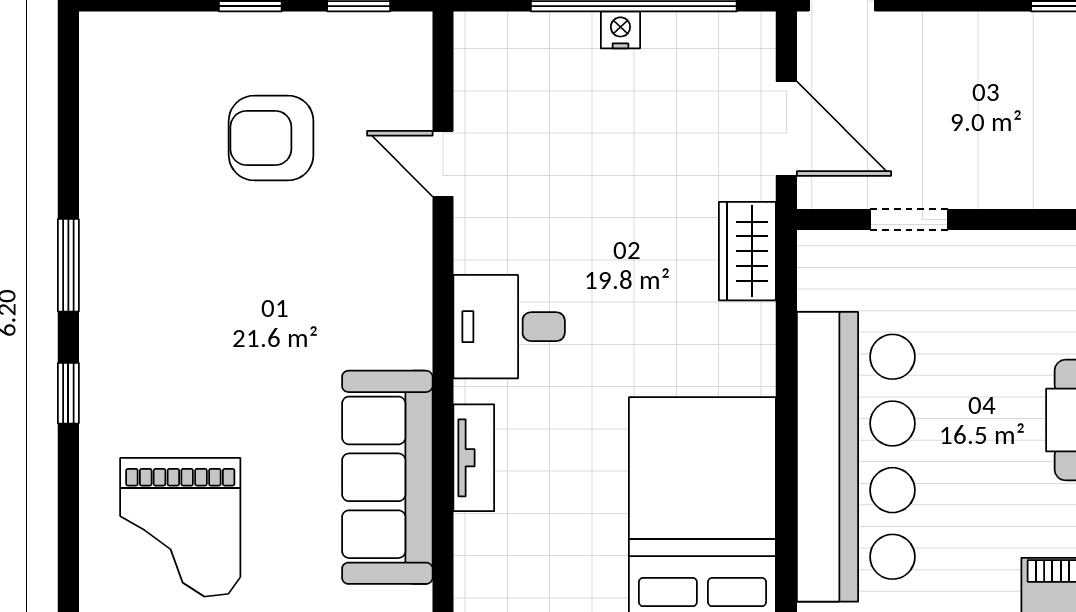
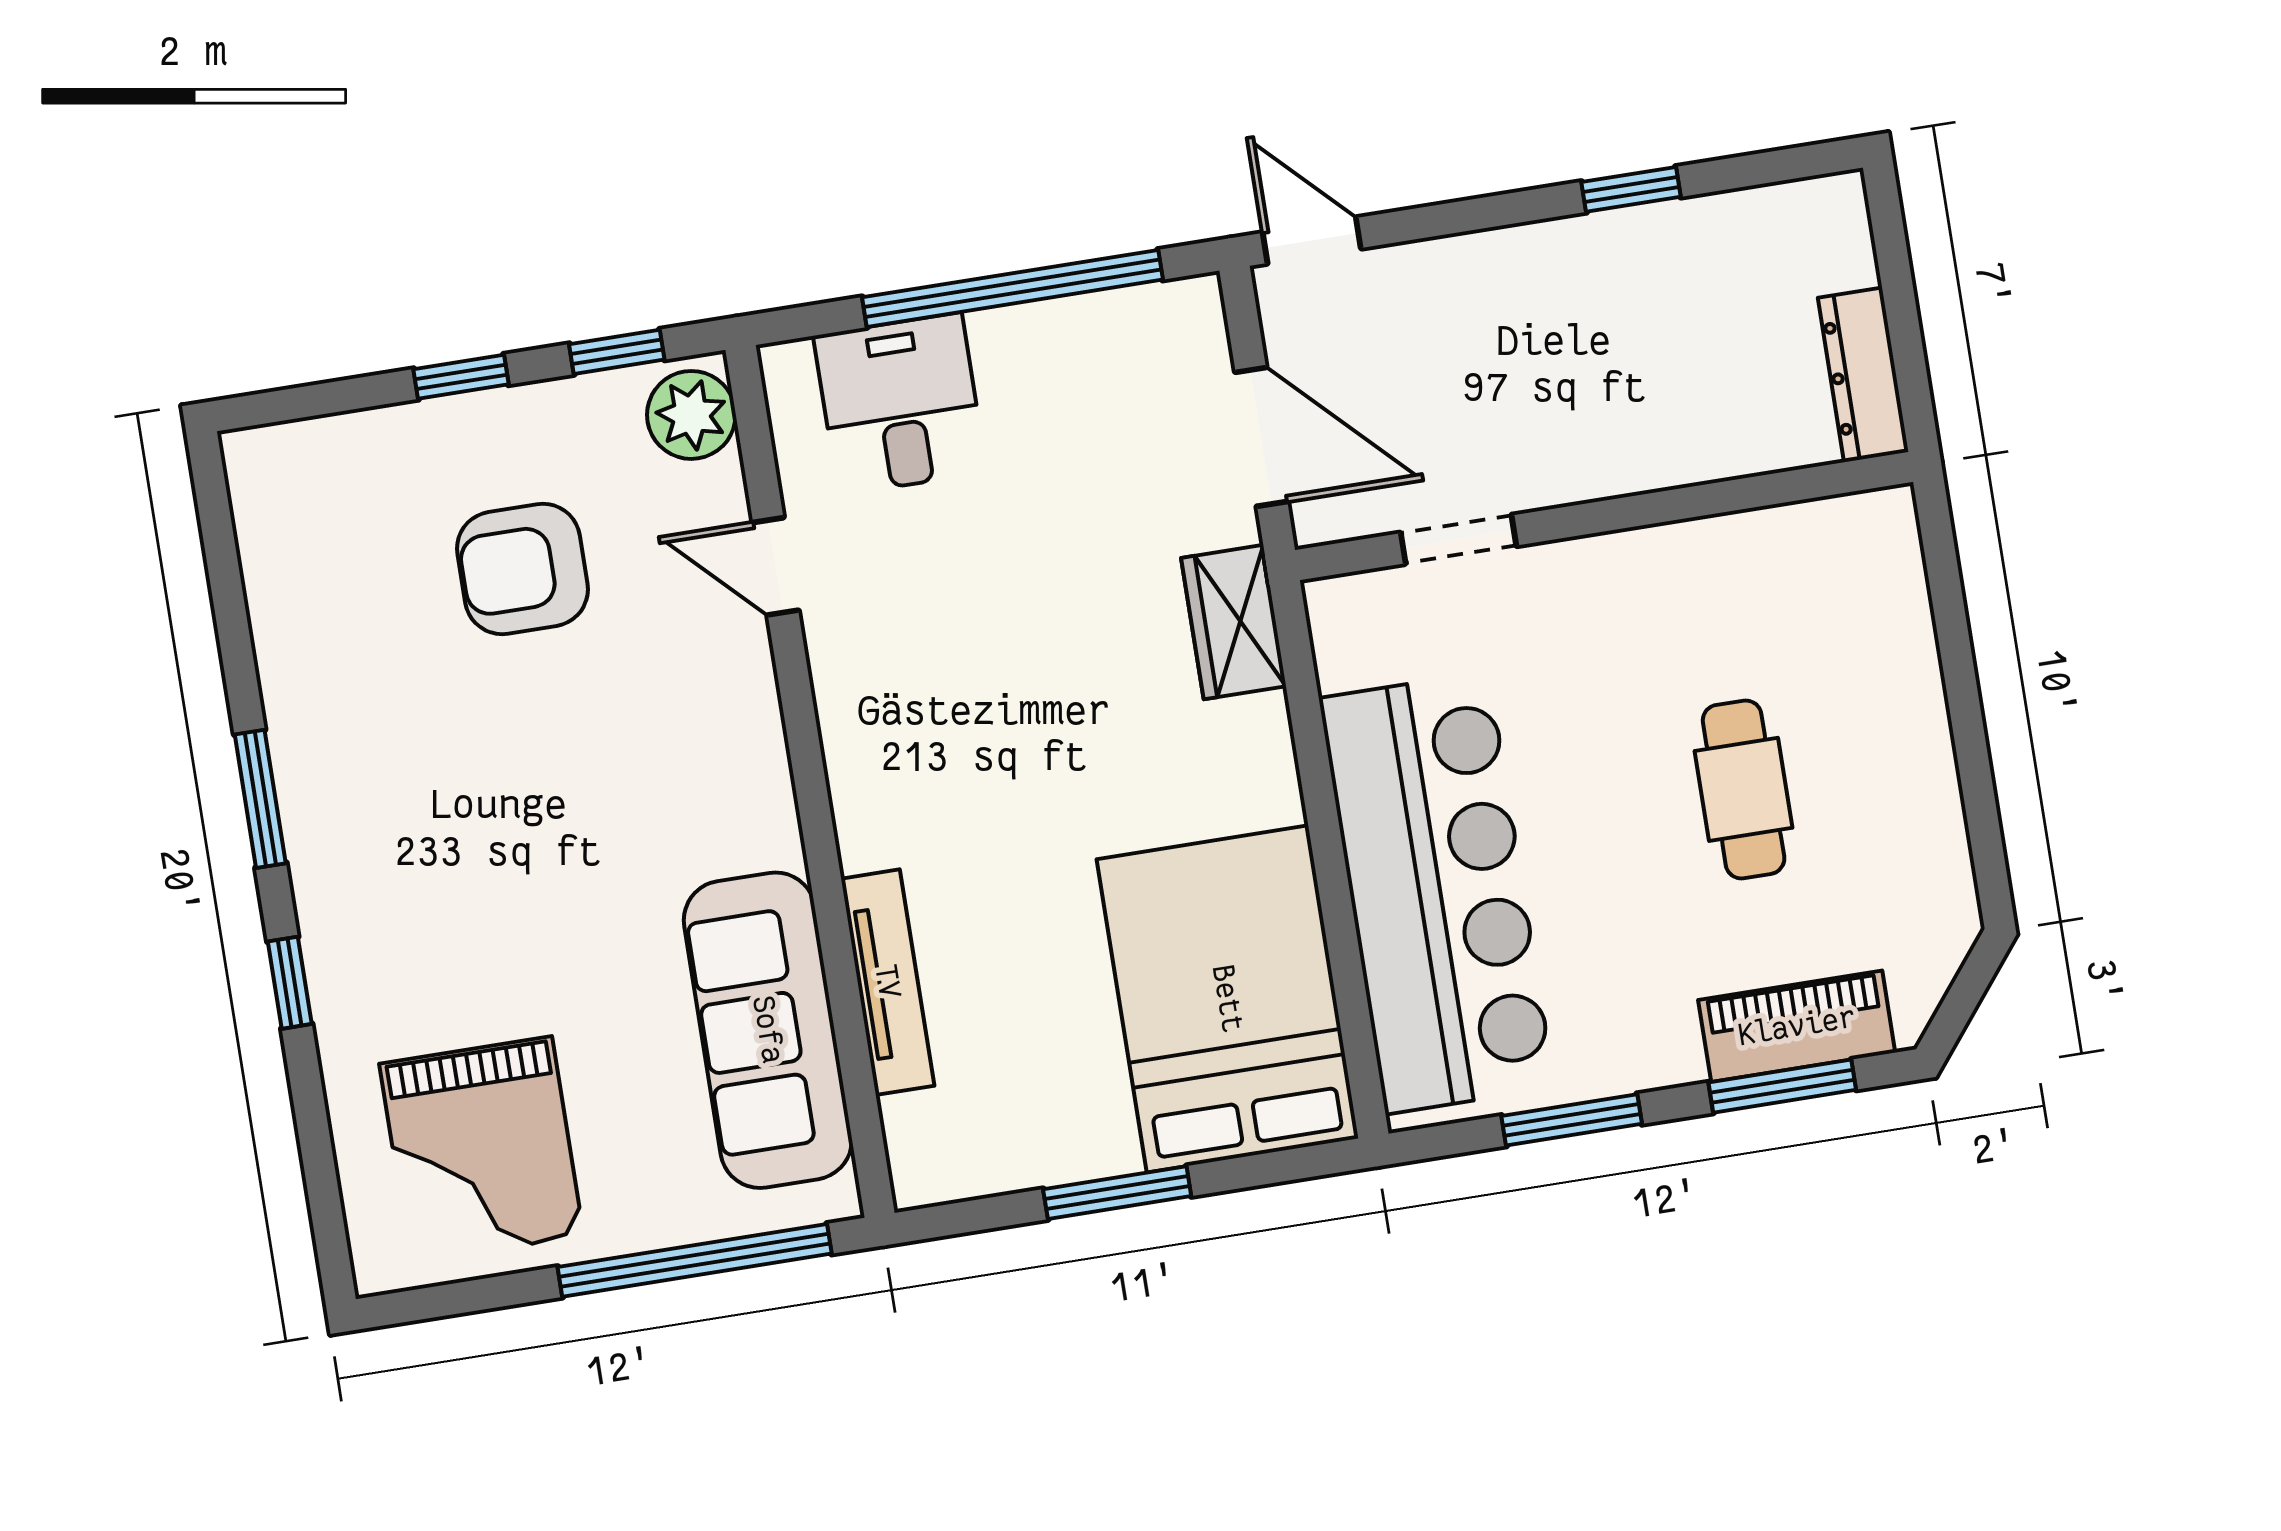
nightstand: (620, 30) -> (1000, 333), removed
plant: (402, 52) -> (691, 415), added
desk: (509, 327) -> (900, 404), moved, turned 90
tv unit: (474, 458) -> (888, 982), width x1.41

